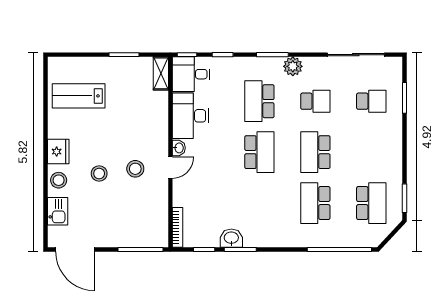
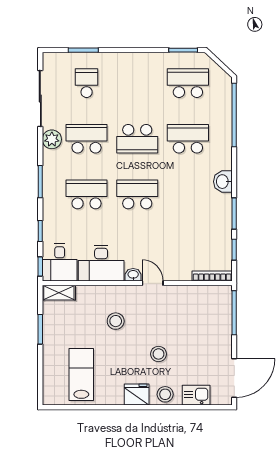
plant: (293, 66) -> (52, 139), moved
lab bench: (79, 96) -> (81, 374), turned 180
school desk: (259, 101) -> (87, 194), turned 180
school desk: (315, 101) -> (87, 139), width x1.85
stool: (135, 169) -> (116, 321), moved
school desk: (315, 203) -> (188, 139), turned 180
washbasin: (231, 238) -> (223, 182), moved

